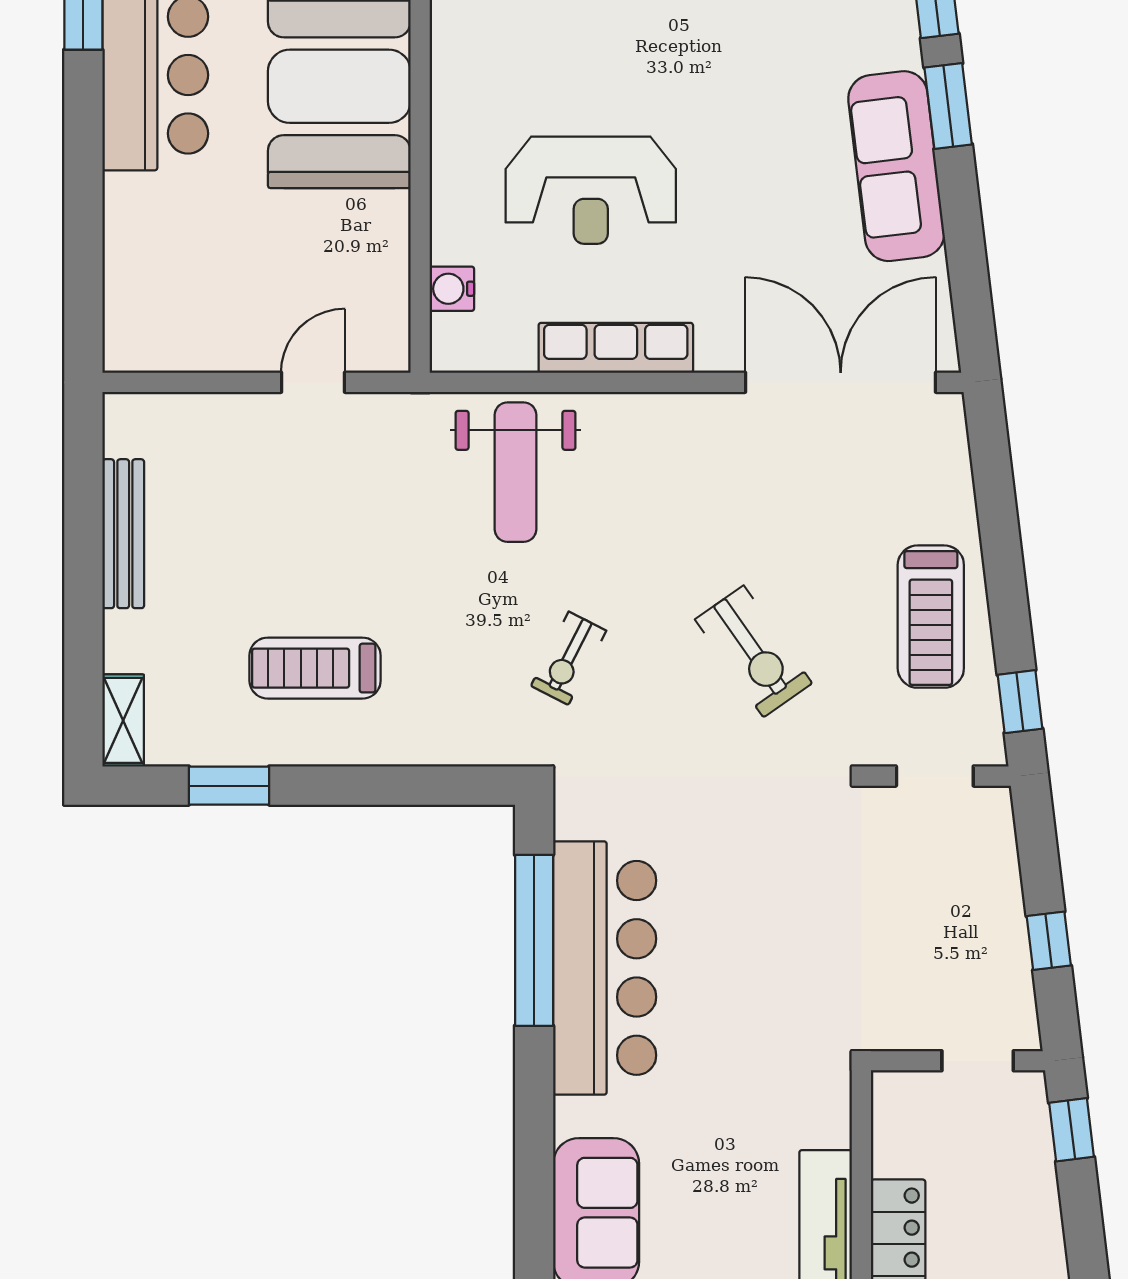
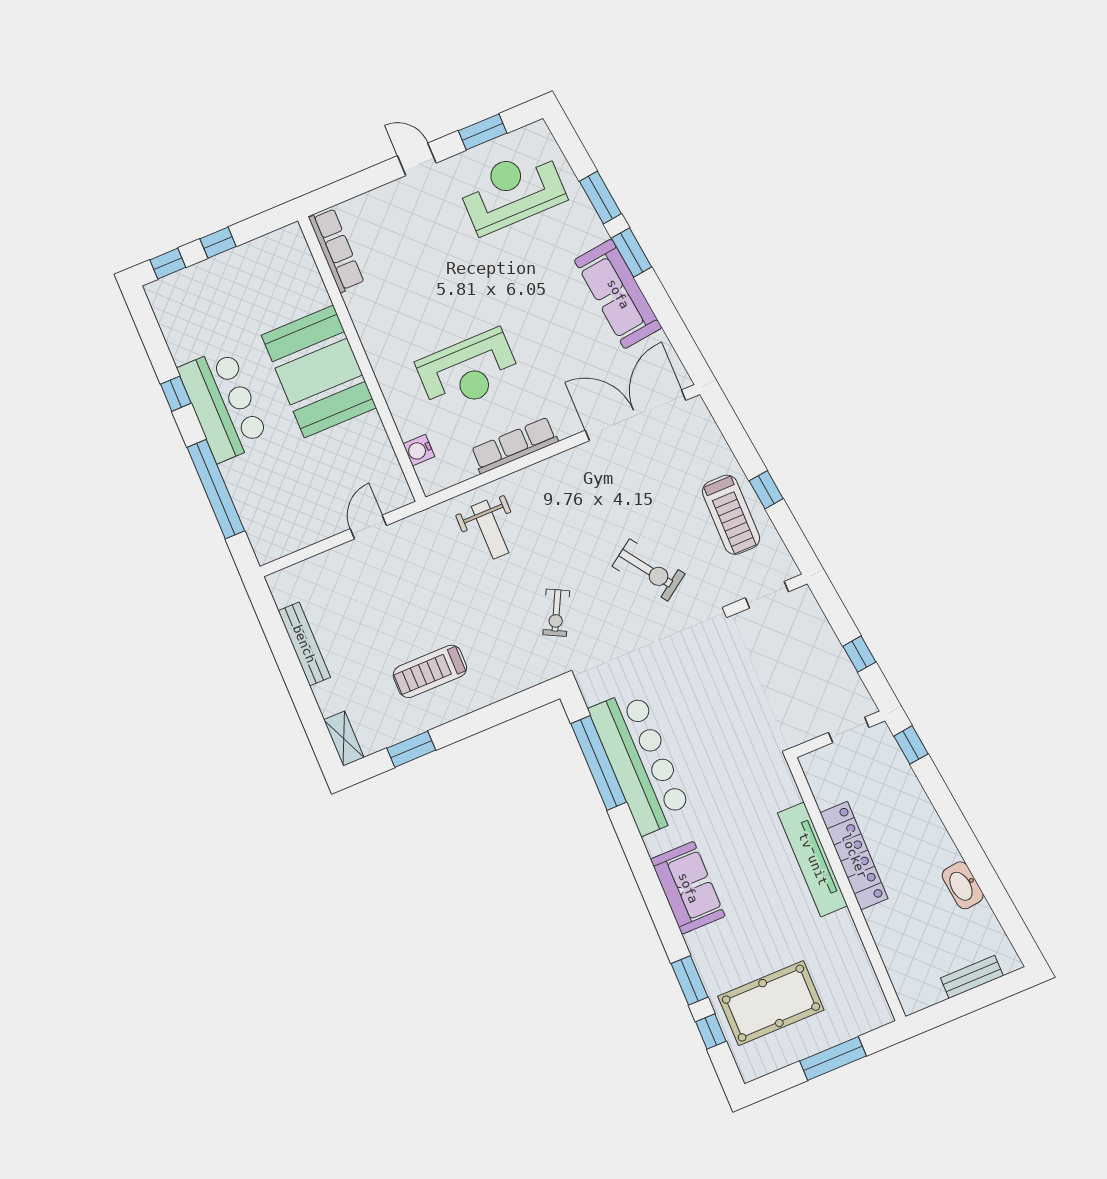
window: (83, 211) -> (216, 489), added
weight bench: (516, 472) -> (490, 530), width x0.73, depth x0.75
window: (1020, 702) -> (766, 490), moved

